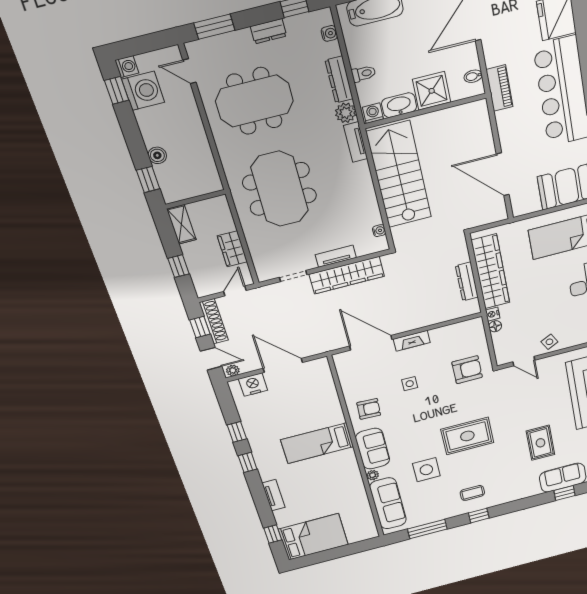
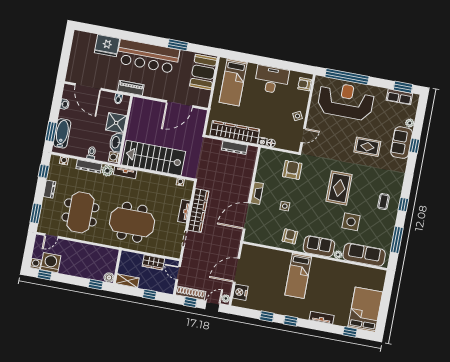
boiler: (157, 155) -> (109, 278), moved

